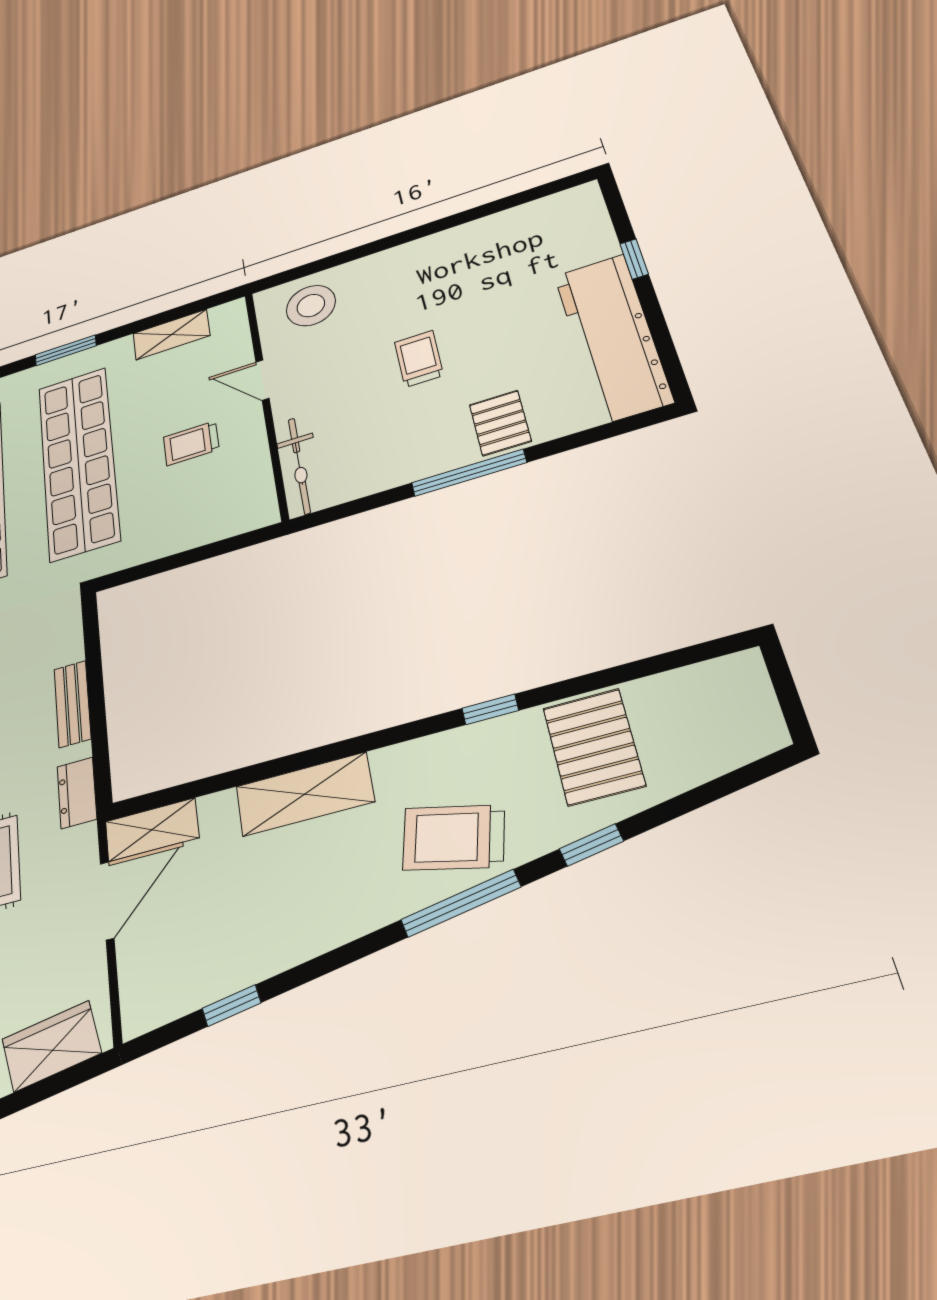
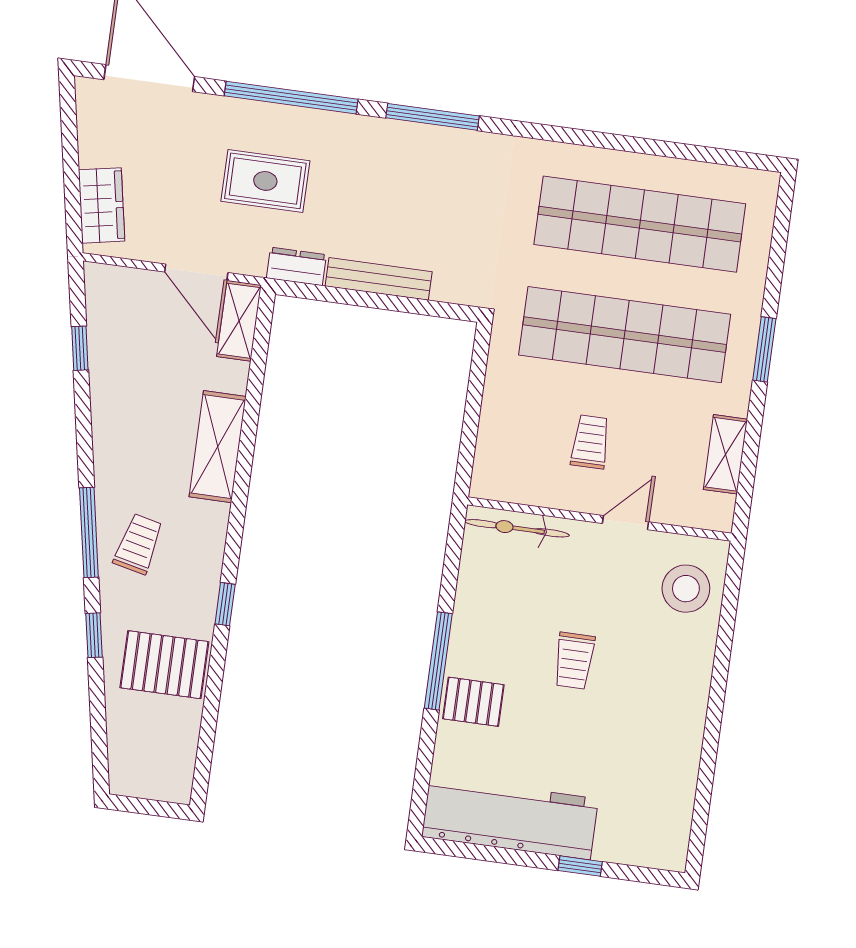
trolley: (419, 359) -> (574, 661), turned 90
bench: (72, 704) -> (379, 279), width x1.36
trolley: (454, 837) -> (138, 544), width x0.73, depth x0.72

